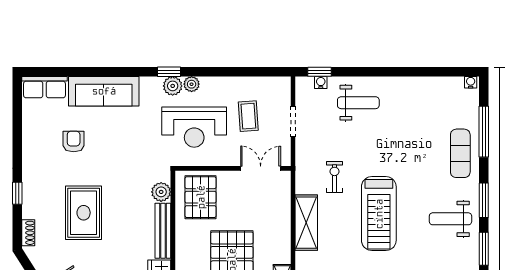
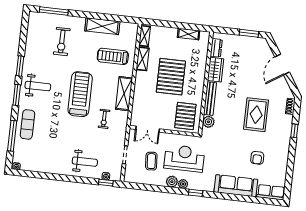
plant: (173, 86) -> (172, 182), moved
weight bench: (358, 103) -> (85, 162), turned 180

